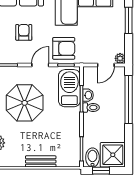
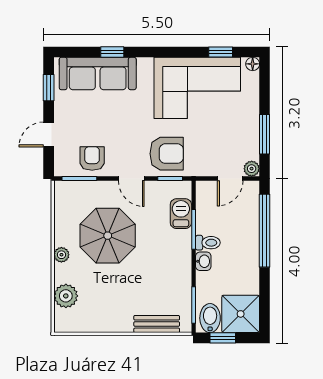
window: (129, 20) -> (265, 134), moved
armchair: (24, 32) -> (92, 159), moved
door: (40, 65) -> (131, 179), swing flipped
barbecue: (69, 88) -> (181, 214), width x0.53, depth x0.65
washbasin: (88, 95) -> (203, 261), moved
bench: (41, 161) -> (157, 324), moved

